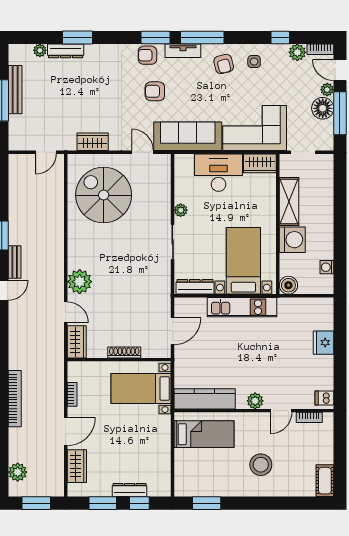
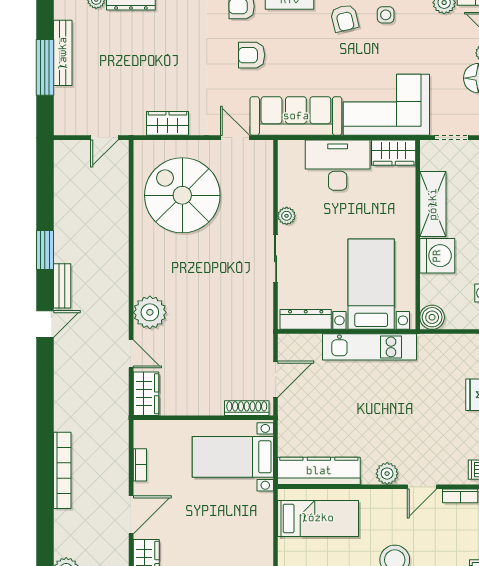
shoe rack: (124, 352) -> (247, 408), moved

